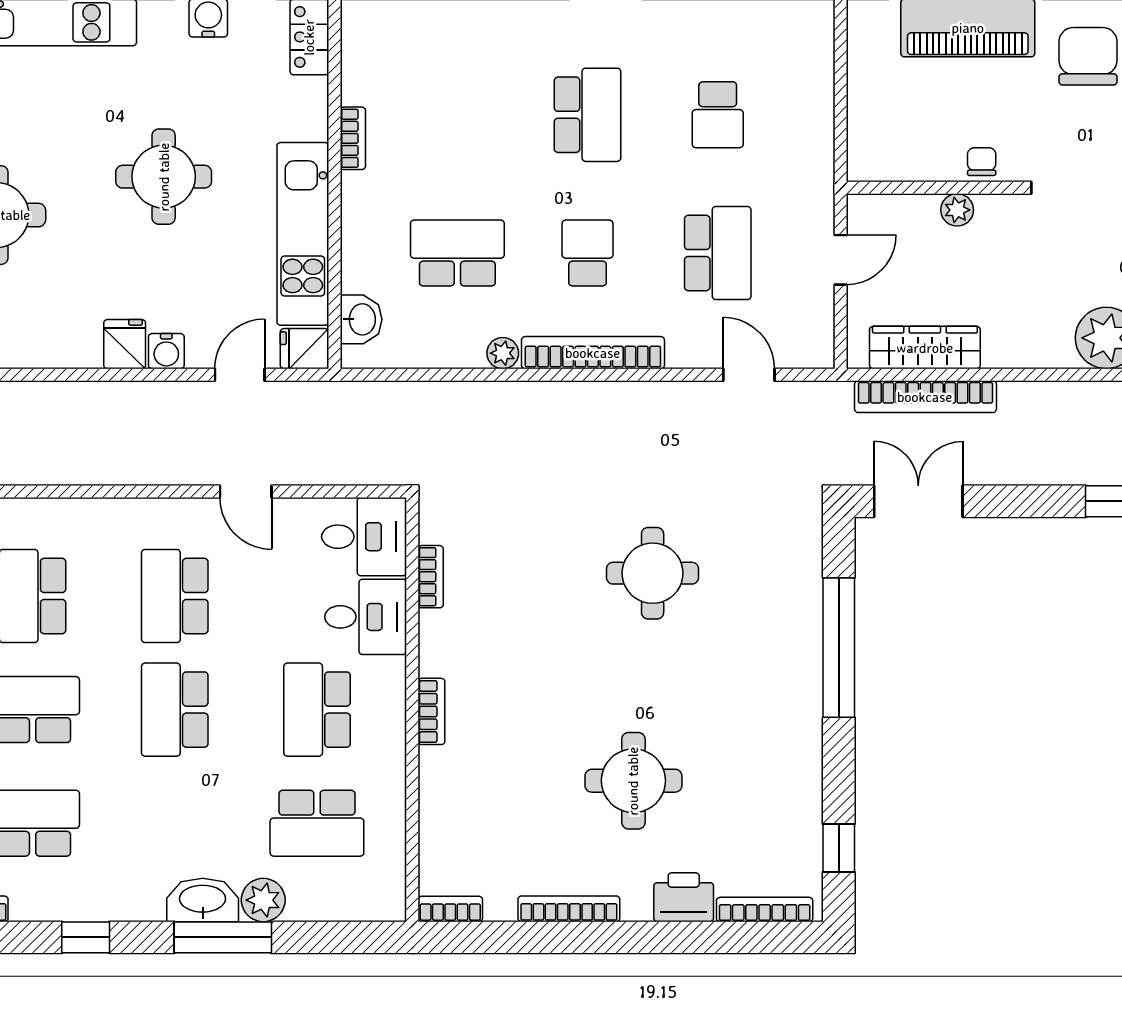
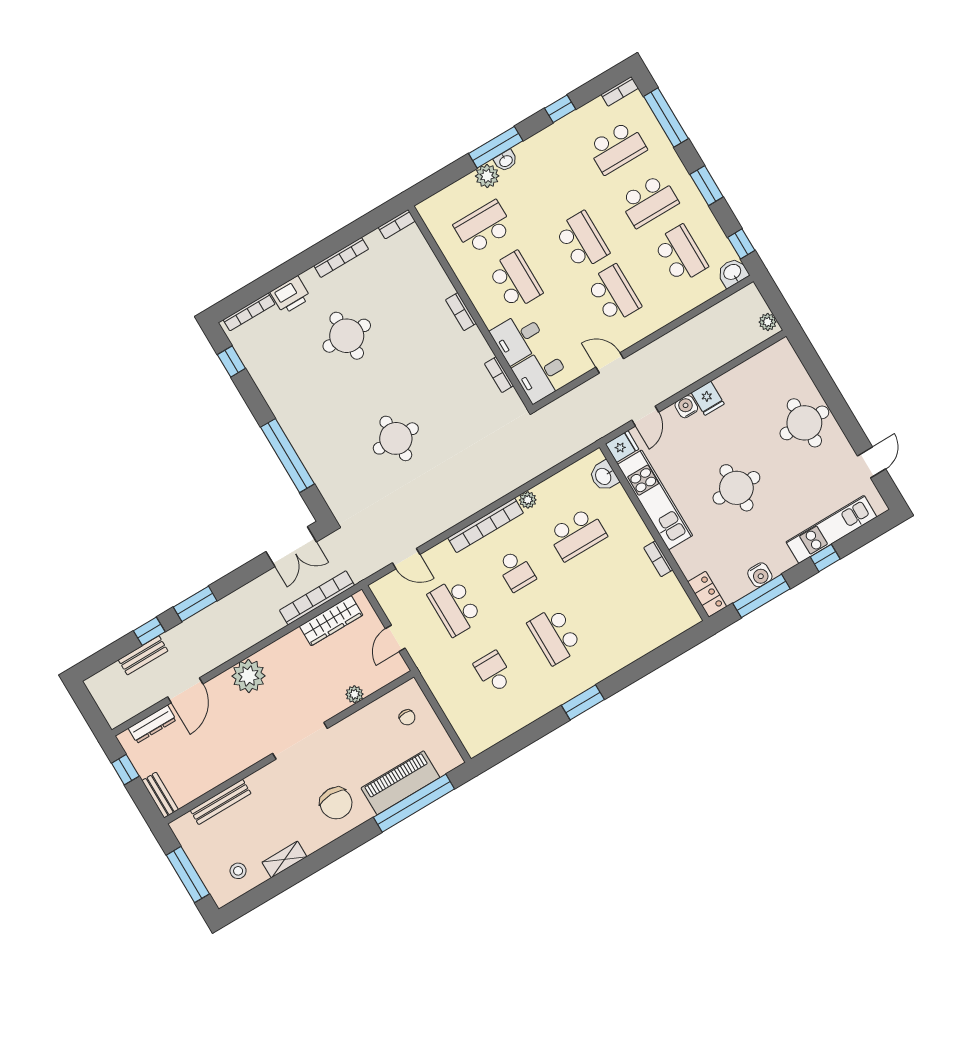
chair: (982, 162) -> (407, 717), moved
washbasin: (203, 900) -> (506, 161), width x0.52, depth x0.69

